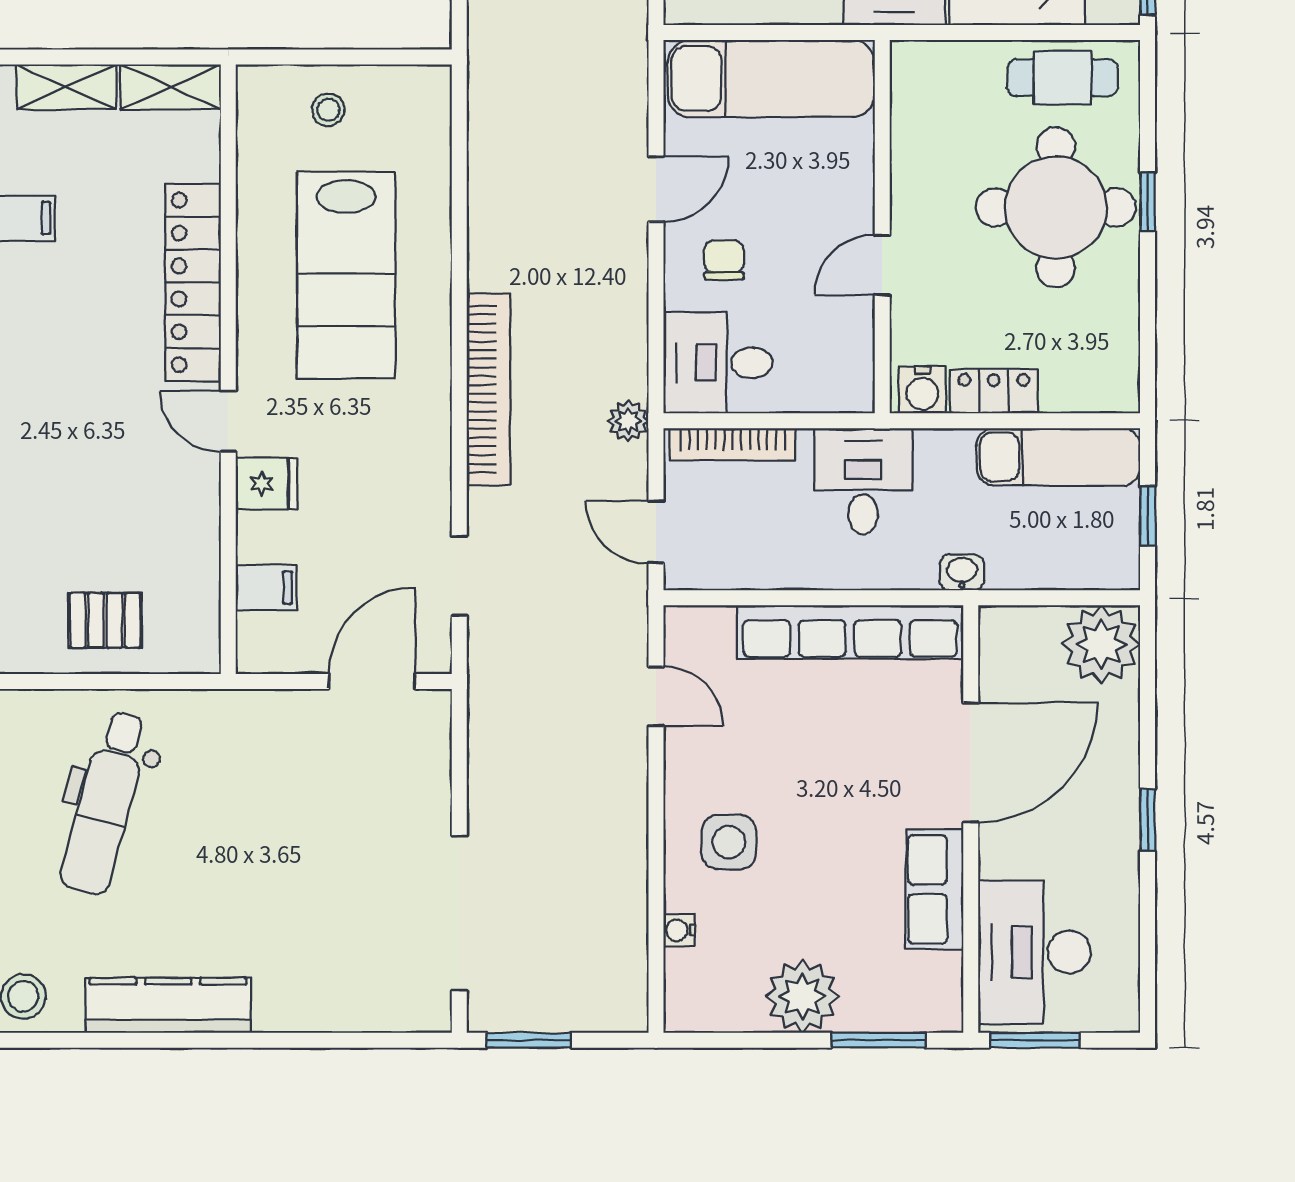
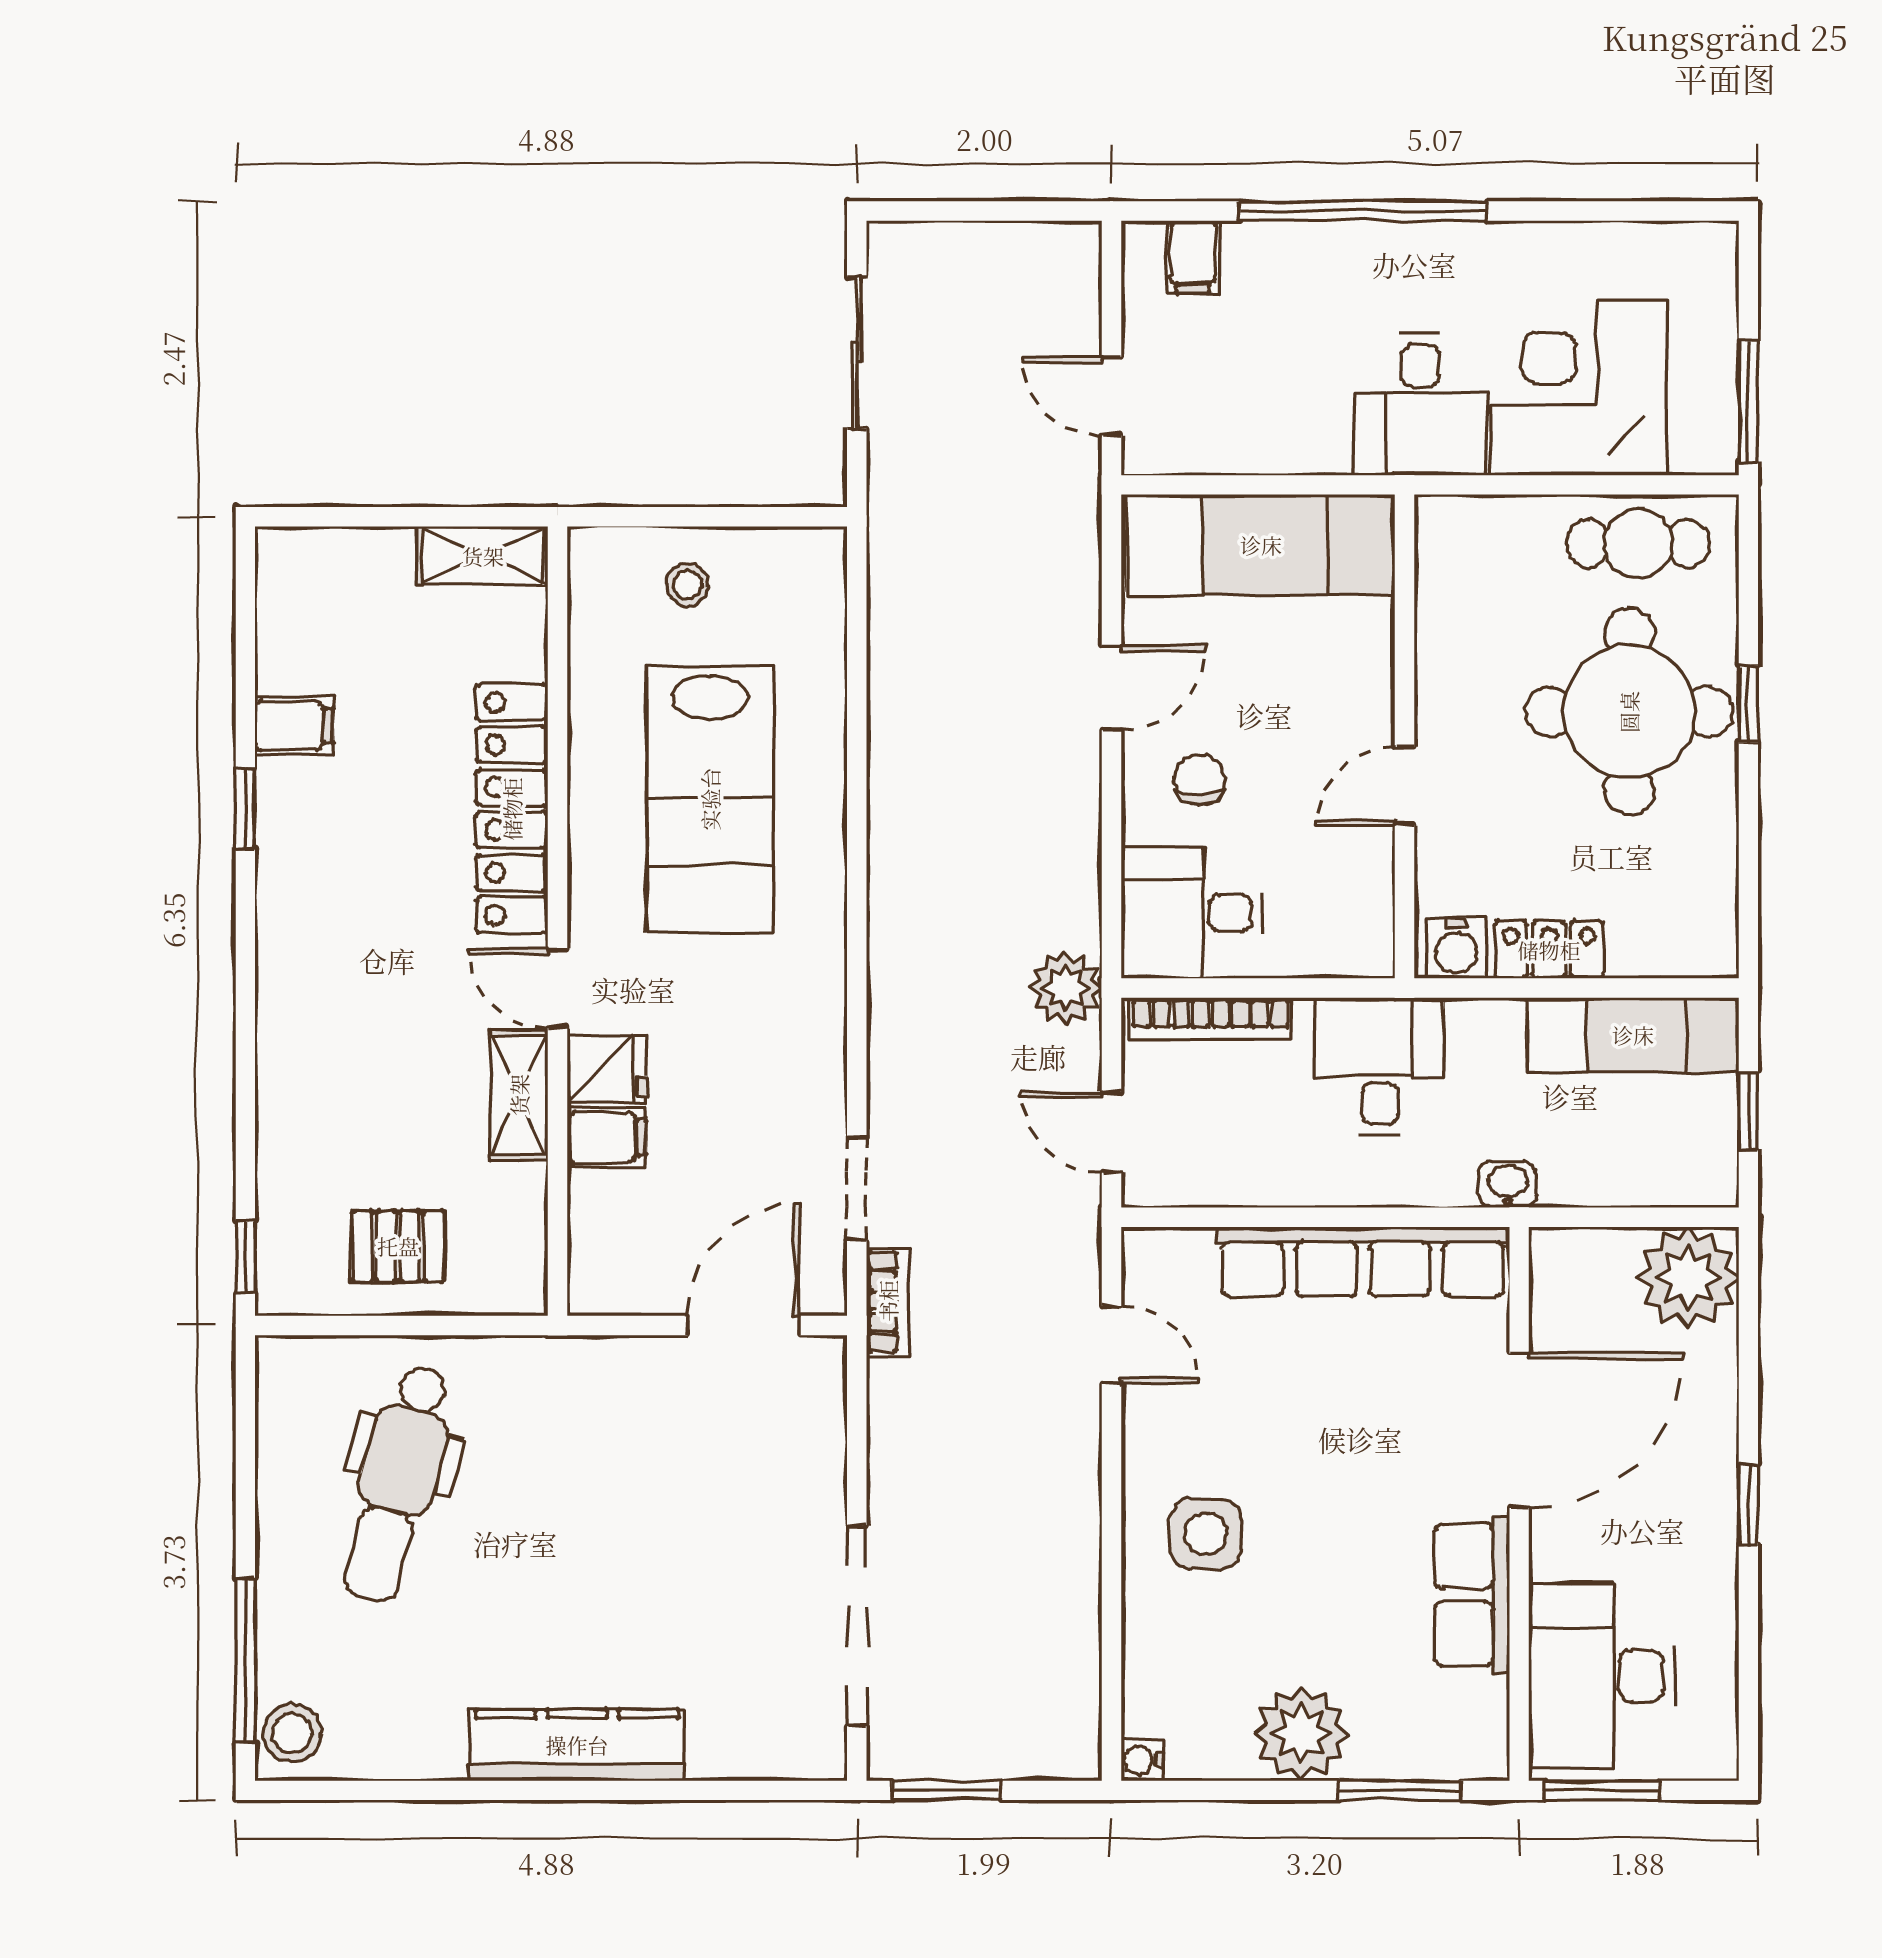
shelving: (66, 87) -> (519, 1095), moved, turned 90
bookcase: (489, 389) -> (888, 1301), moved, width x0.43, depth x0.76
plant: (628, 421) -> (1066, 988), width x1.38, depth x1.38
filing cabinet: (266, 588) -> (607, 1138), moved
water cooler: (679, 930) -> (1142, 1760), moved
kitchen counter: (168, 1005) -> (577, 1745), moved

